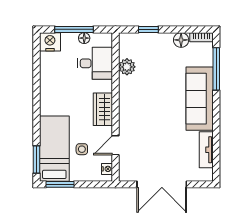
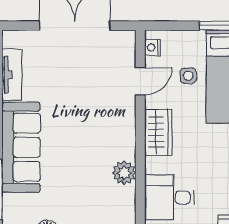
plant: (127, 67) -> (124, 173), moved

